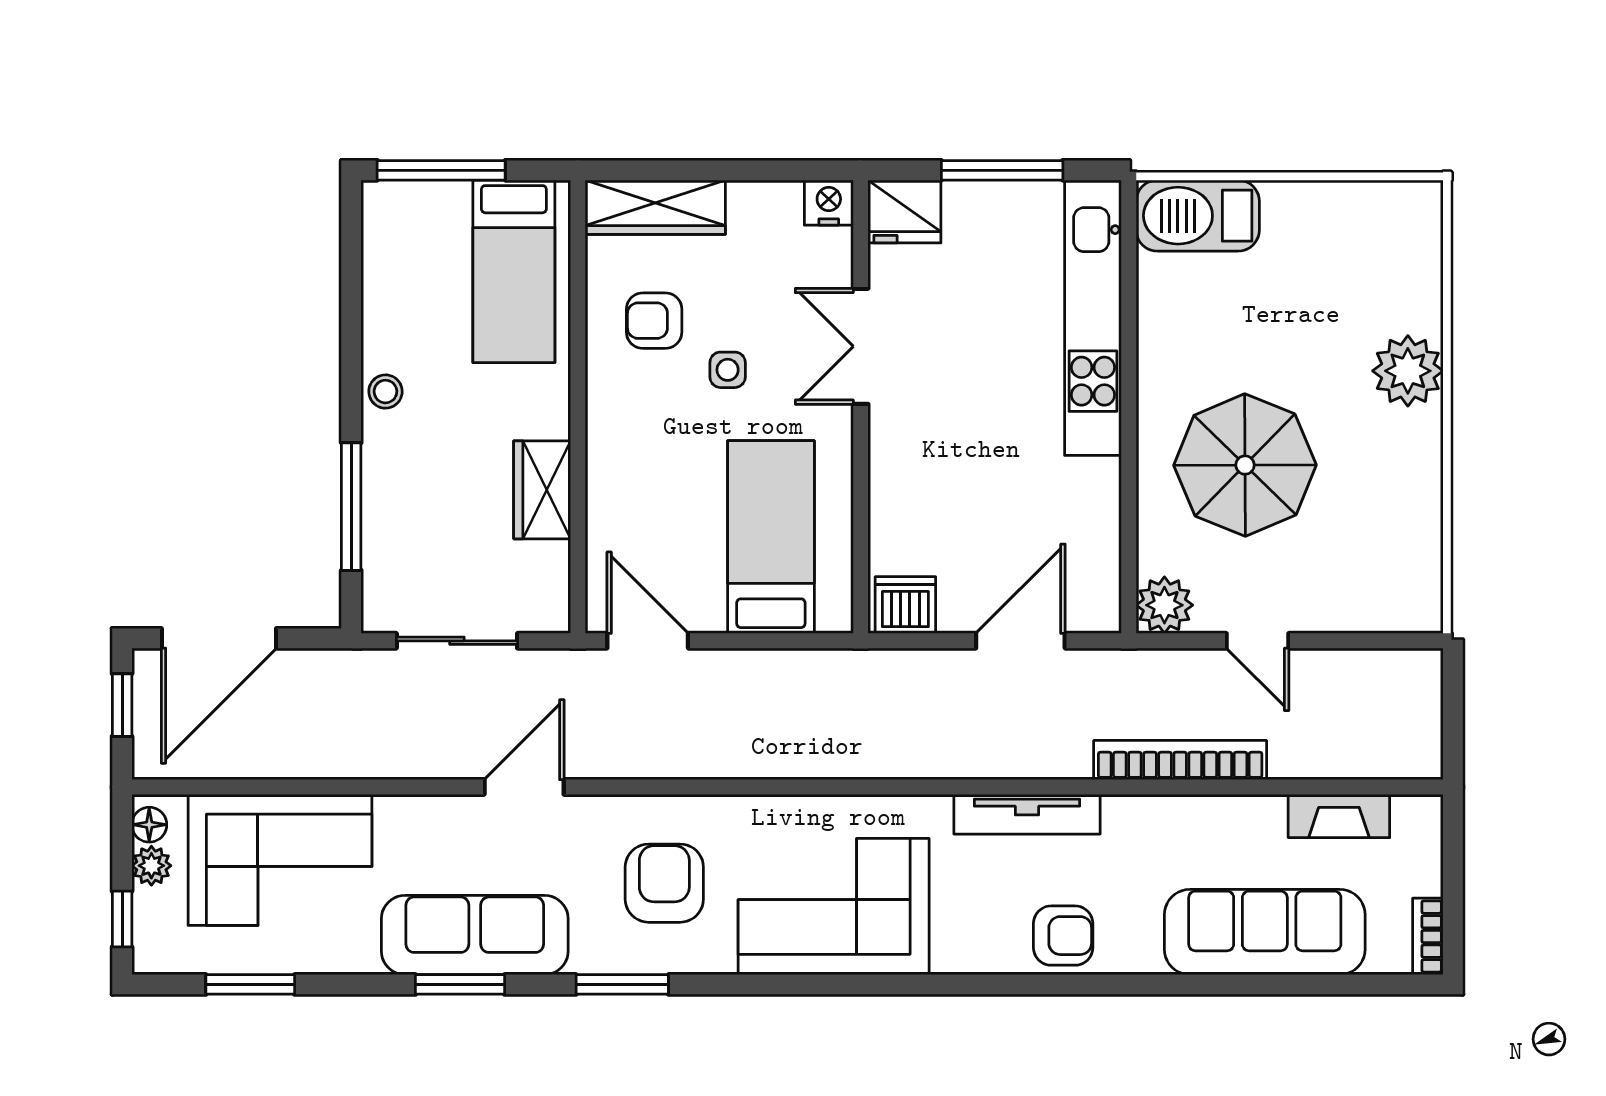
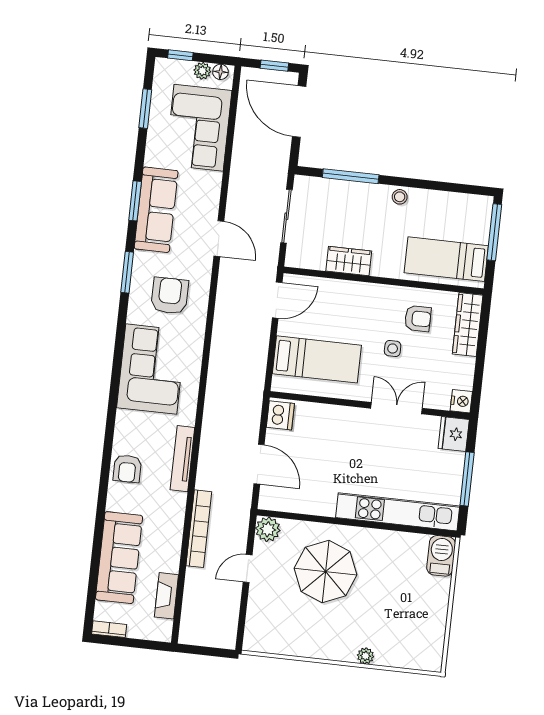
barbecue: (1198, 216) -> (441, 556), width x0.73, depth x0.83
armchair: (654, 321) -> (418, 319), turned 90
plant: (1408, 371) -> (366, 656), width x0.53, depth x0.53
armchair: (664, 883) -> (170, 296), turned -90

